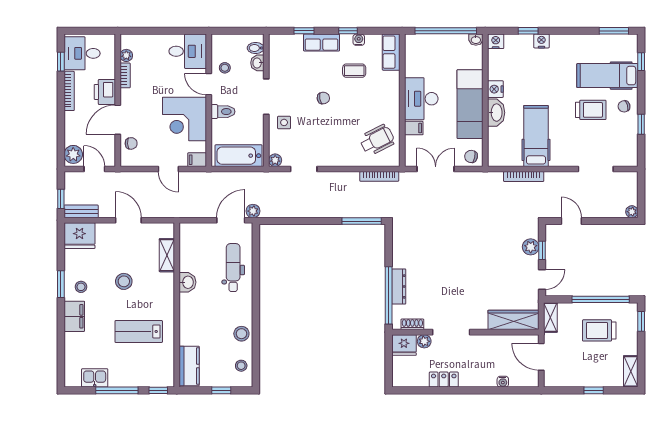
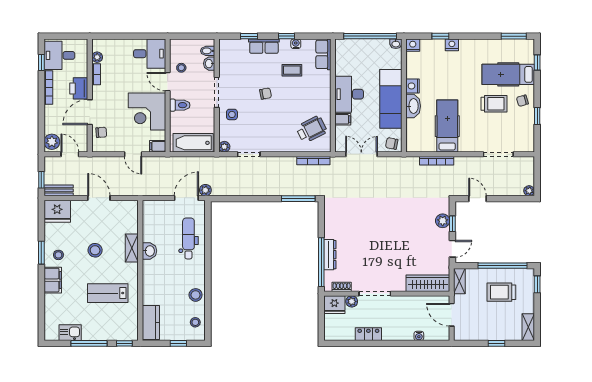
shelving: (167, 255) -> (132, 248), moved

